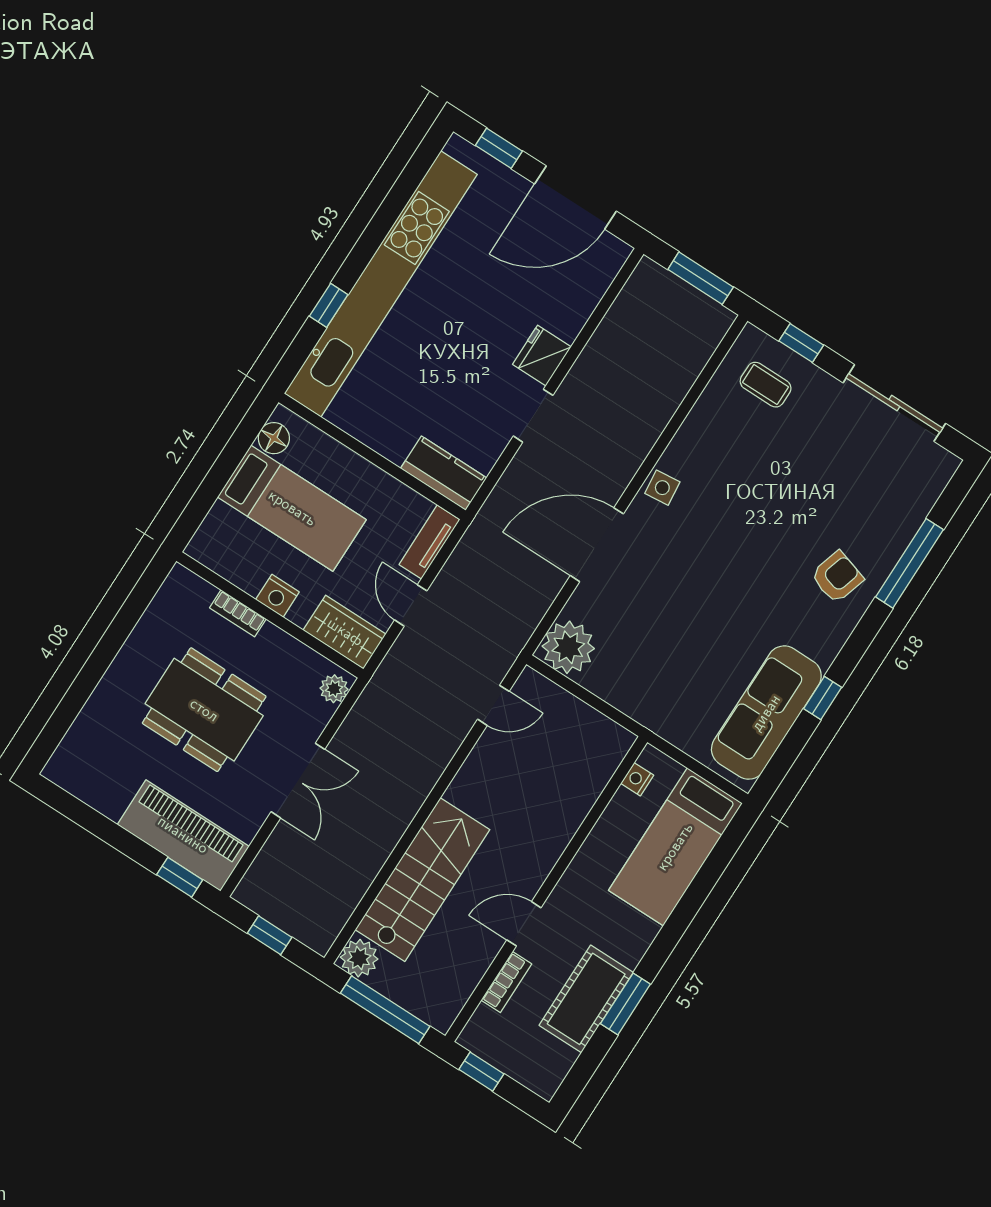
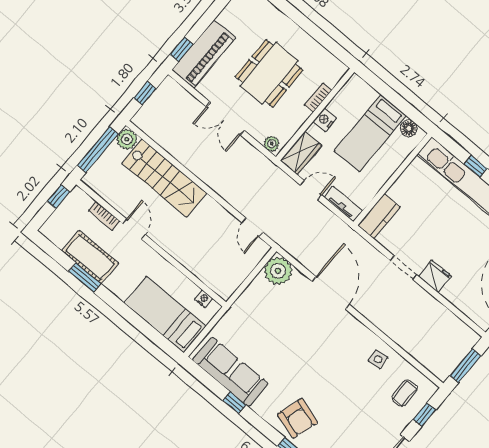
side table: (662, 488) -> (378, 359), moved
armchair: (837, 577) -> (298, 418), width x1.38, depth x1.38

